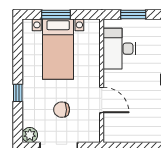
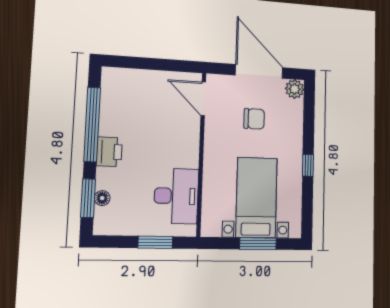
window: (18, 93) -> (308, 165), moved
door: (102, 100) -> (203, 99), moved

